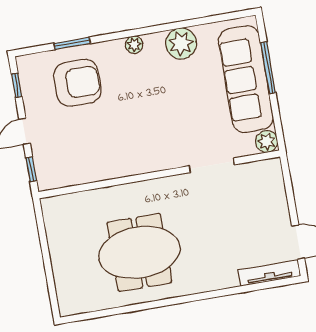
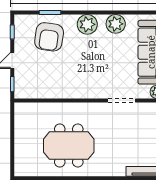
plant: (134, 45) -> (87, 24), width x1.88, depth x1.88
armchair: (77, 83) -> (49, 37), turned 98

